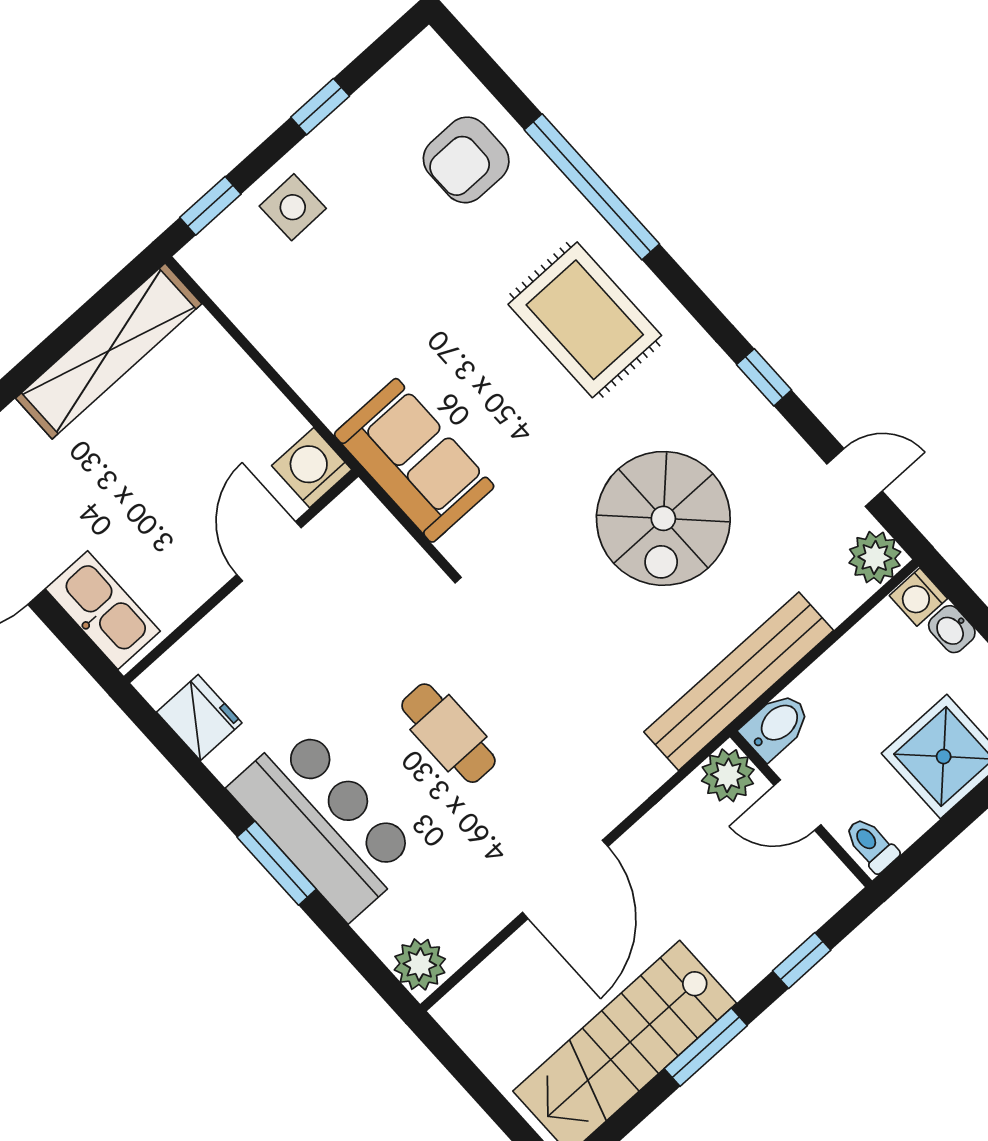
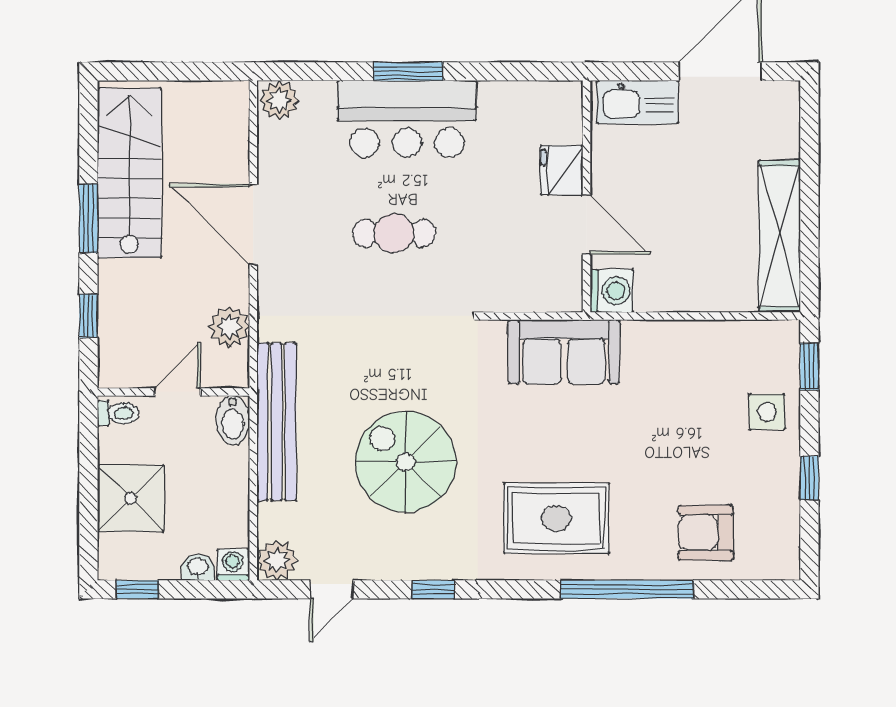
armchair: (466, 160) -> (706, 533), turned -90
fridge: (199, 717) -> (562, 170), moved, turned 90
plant: (728, 775) -> (229, 327), moved

